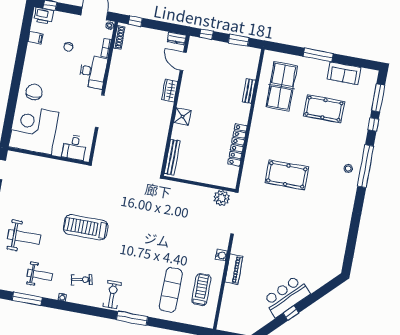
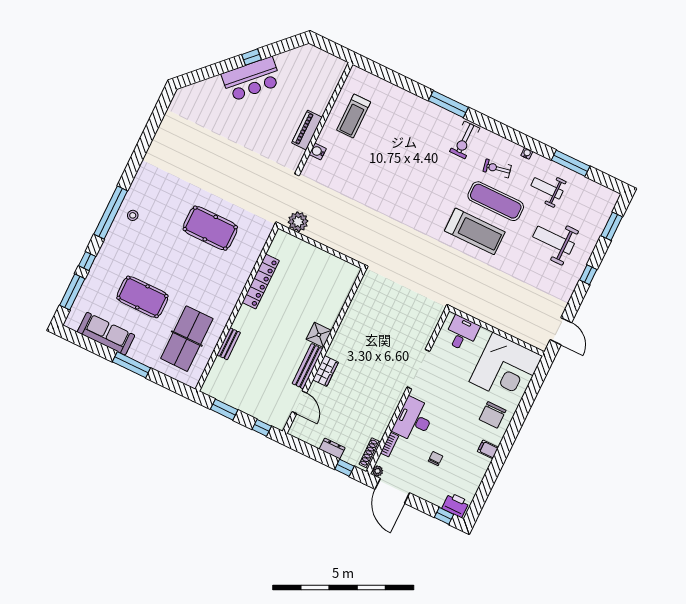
filing cabinet: (35, 38) -> (488, 449), moved
dresser: (177, 38) -> (332, 448), moved
sofa: (344, 73) -> (106, 334), width x1.36
bench: (172, 157) -> (307, 366), moved
exercise mat: (171, 290) -> (496, 201), moved, turned 90

